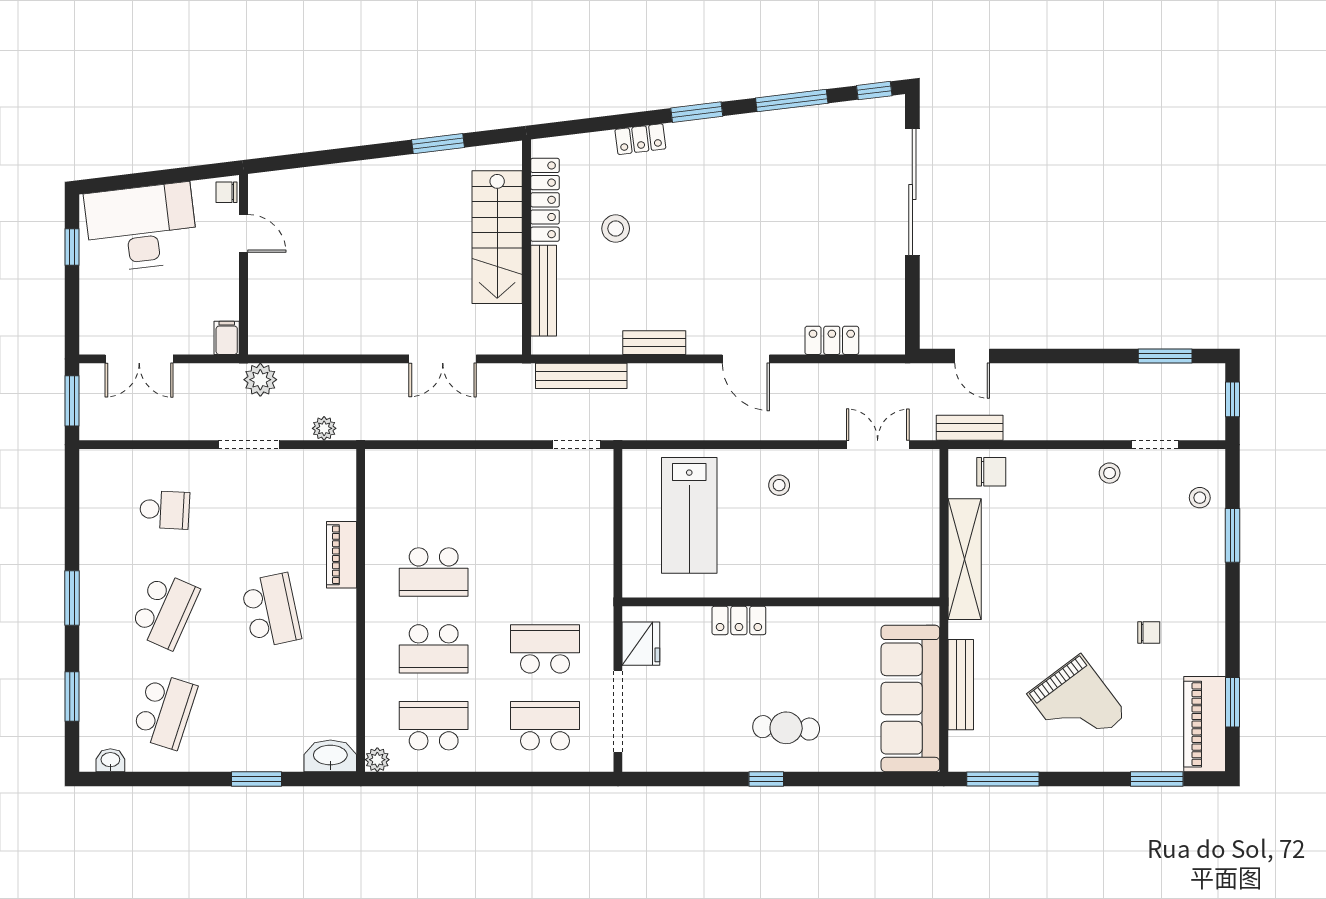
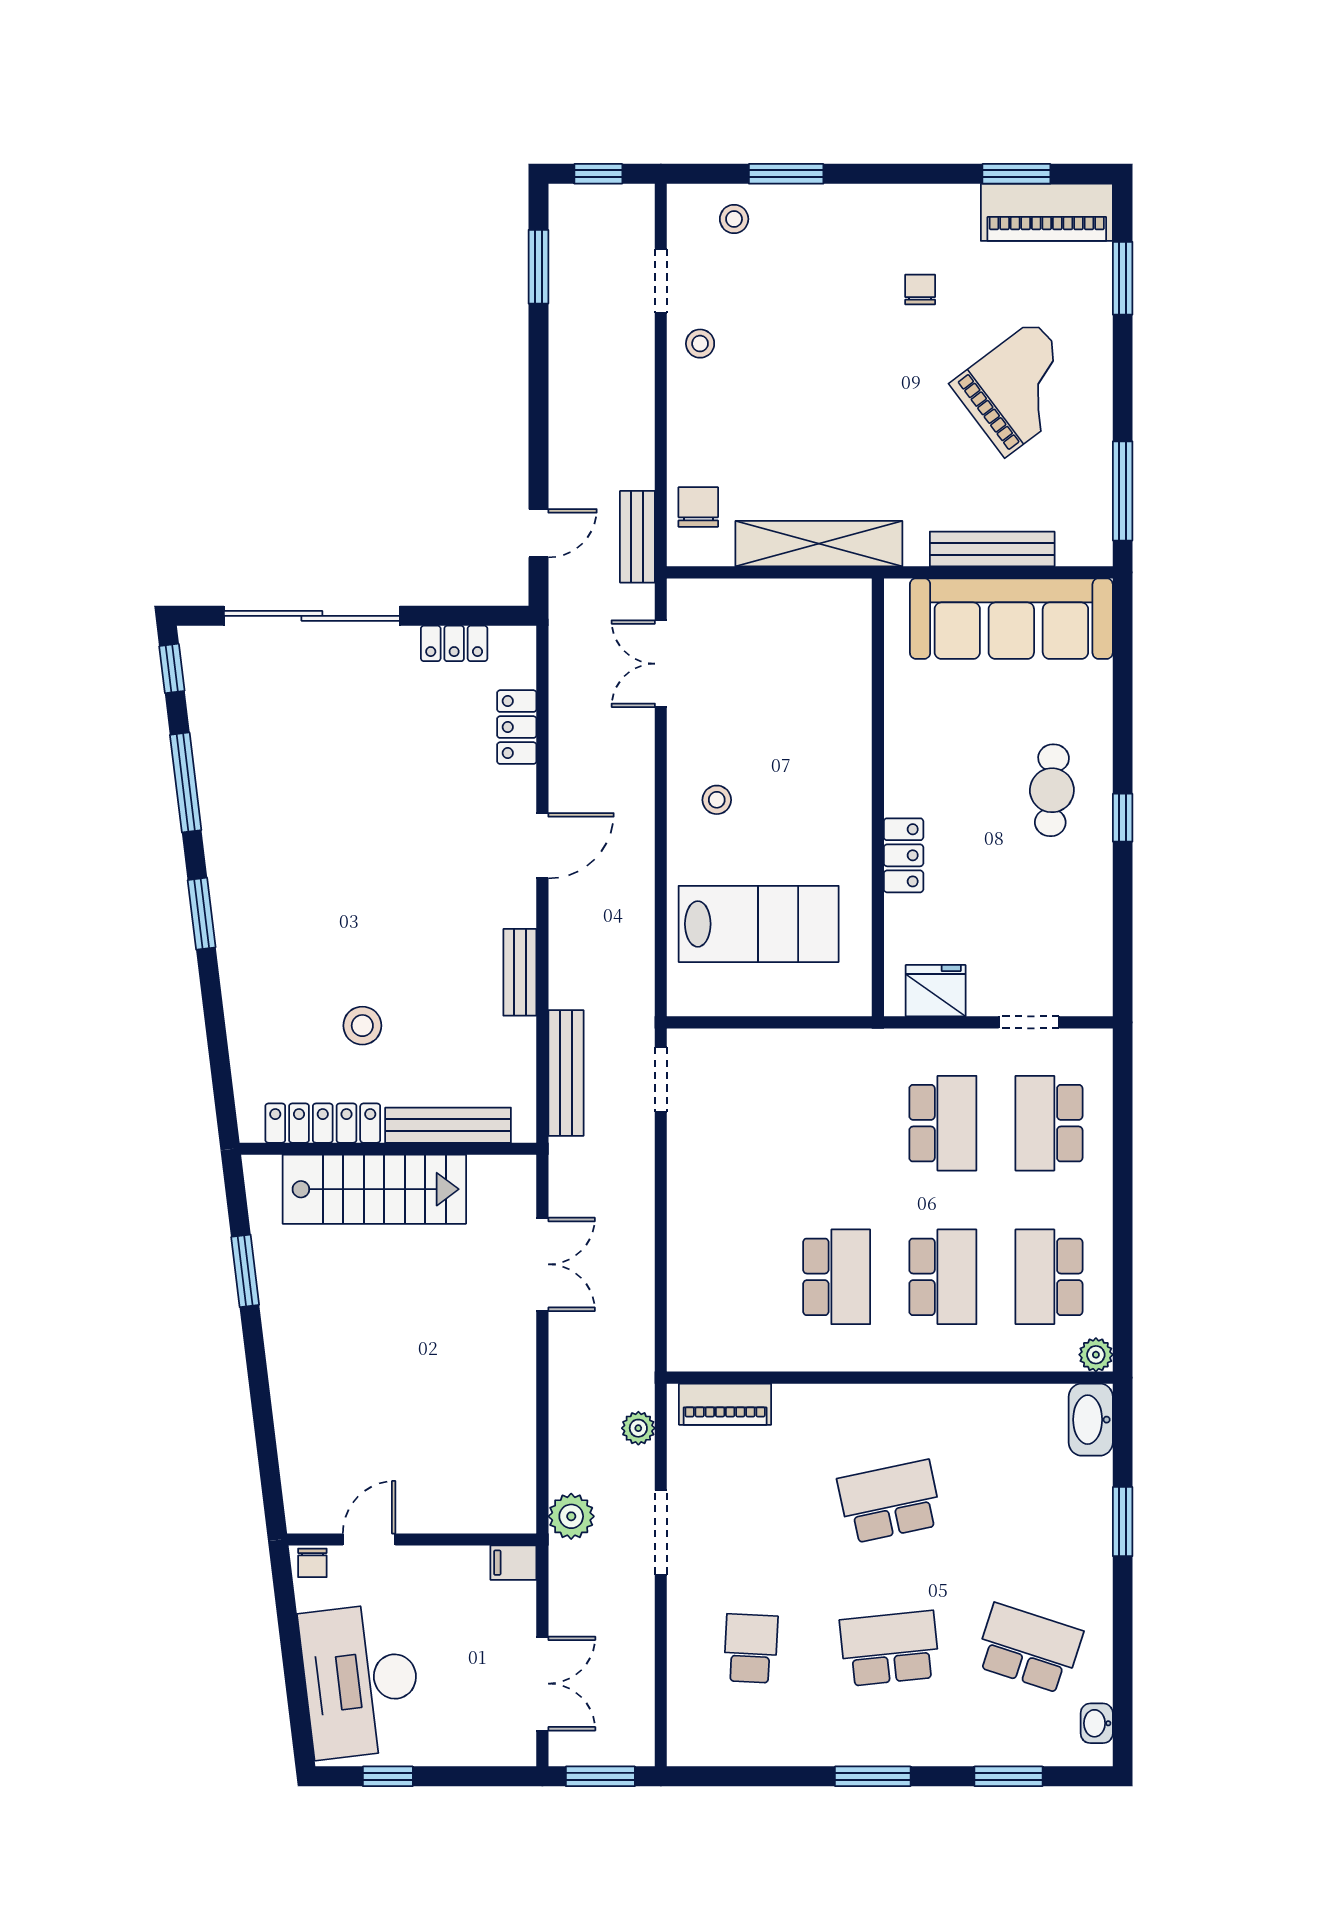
locker: (640, 139) -> (454, 643), moved, turned 97
piano: (341, 555) -> (725, 1404), moved
school desk: (165, 610) -> (890, 1648), turned -30
school desk: (545, 649) -> (943, 1123), turned 180
doorway: (618, 711) -> (1029, 1022), width x0.53

